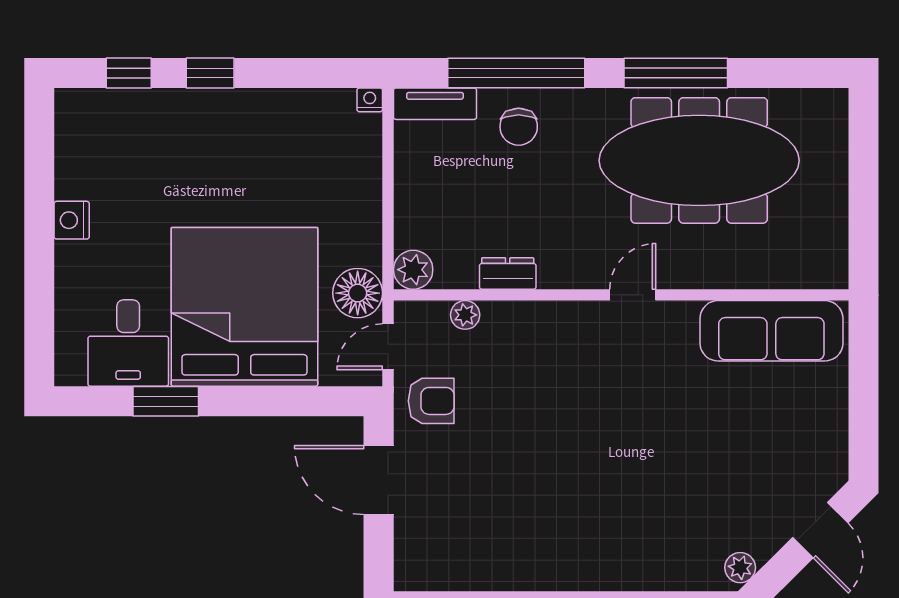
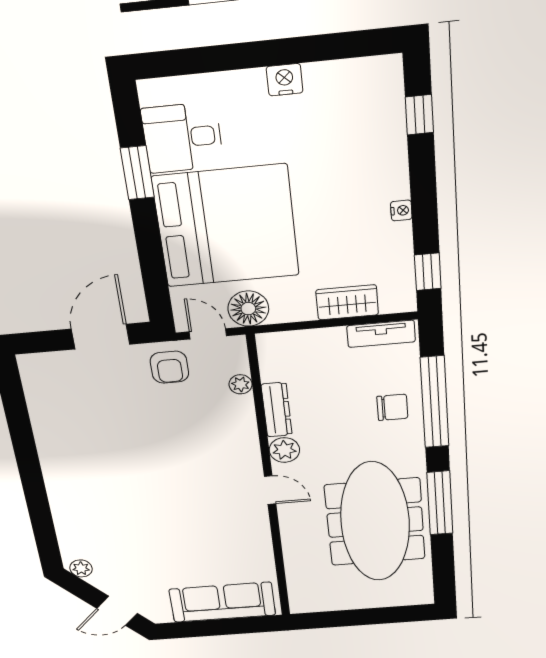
window: (210, 73) -> (428, 272), moved
nightstand: (370, 100) -> (401, 210), moved
tv unit: (435, 104) -> (381, 334), moved, turned -90
chair: (519, 127) -> (392, 407), turned 180
wardrobe: (361, 172) -> (347, 302), added
plant: (413, 270) -> (284, 450), moved
dresser: (508, 273) -> (277, 410), width x1.44
sofa: (771, 331) -> (222, 602), moved, turned 90

